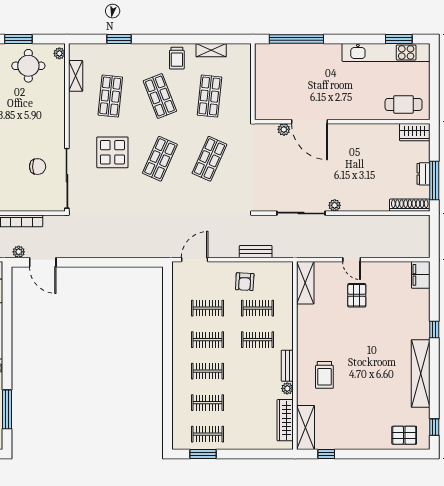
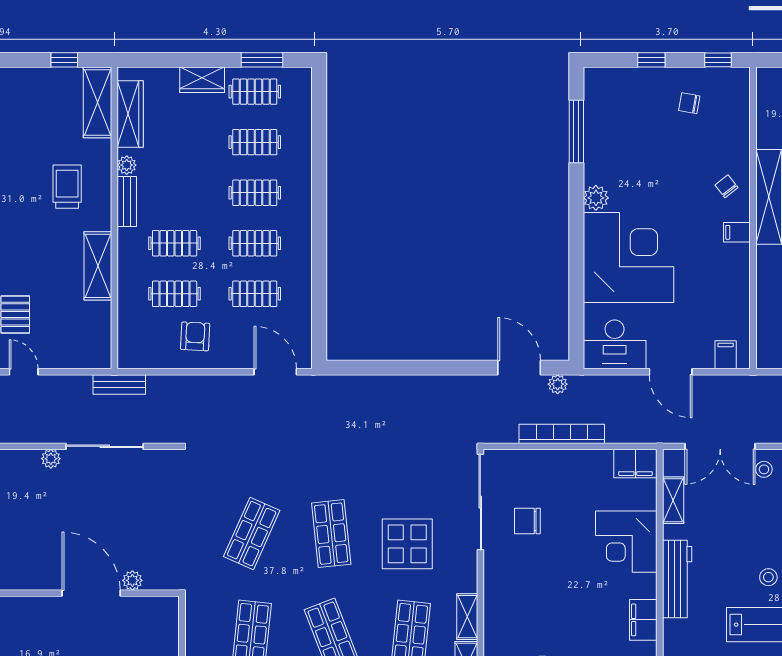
shelving: (75, 107) -> (467, 617), added
shop shelf: (160, 159) -> (331, 534), turned -30
bench: (256, 252) -> (119, 385), moved
door: (195, 260) -> (275, 372), swing flipped
shelving: (305, 283) -> (98, 266), moved
wardrobe: (240, 442) -> (202, 80), added

